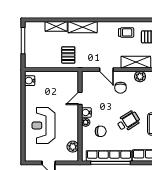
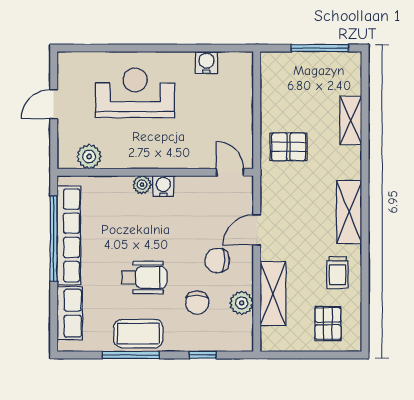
shelving: (83, 27) -> (349, 212), moved
water cooler: (30, 81) -> (207, 62), moved
door: (80, 98) -> (230, 172), moved
wheelchair: (128, 121) -> (144, 277), turned -58
chair: (101, 131) -> (197, 303), moved

